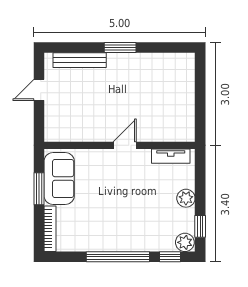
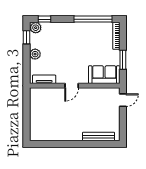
window: (120, 48) -> (74, 144), removed
door: (39, 90) -> (123, 100), moved
sofa: (59, 178) -> (104, 75), moved, turned 90
window: (118, 257) -> (93, 19), moved

